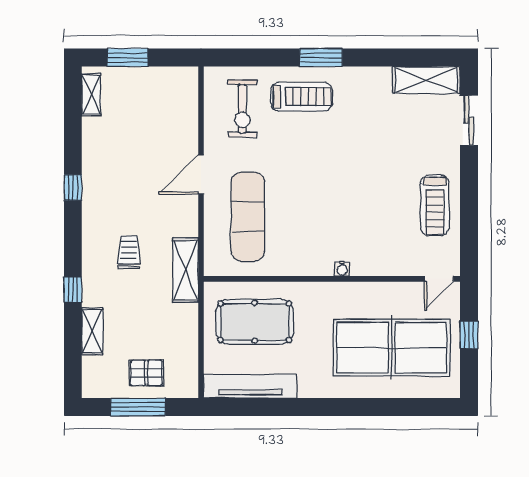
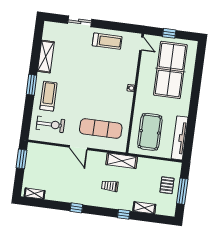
window: (127, 58) -> (22, 159), moved
shelving: (426, 80) -> (46, 57), moved
sliding door: (469, 120) -> (80, 21), moved

